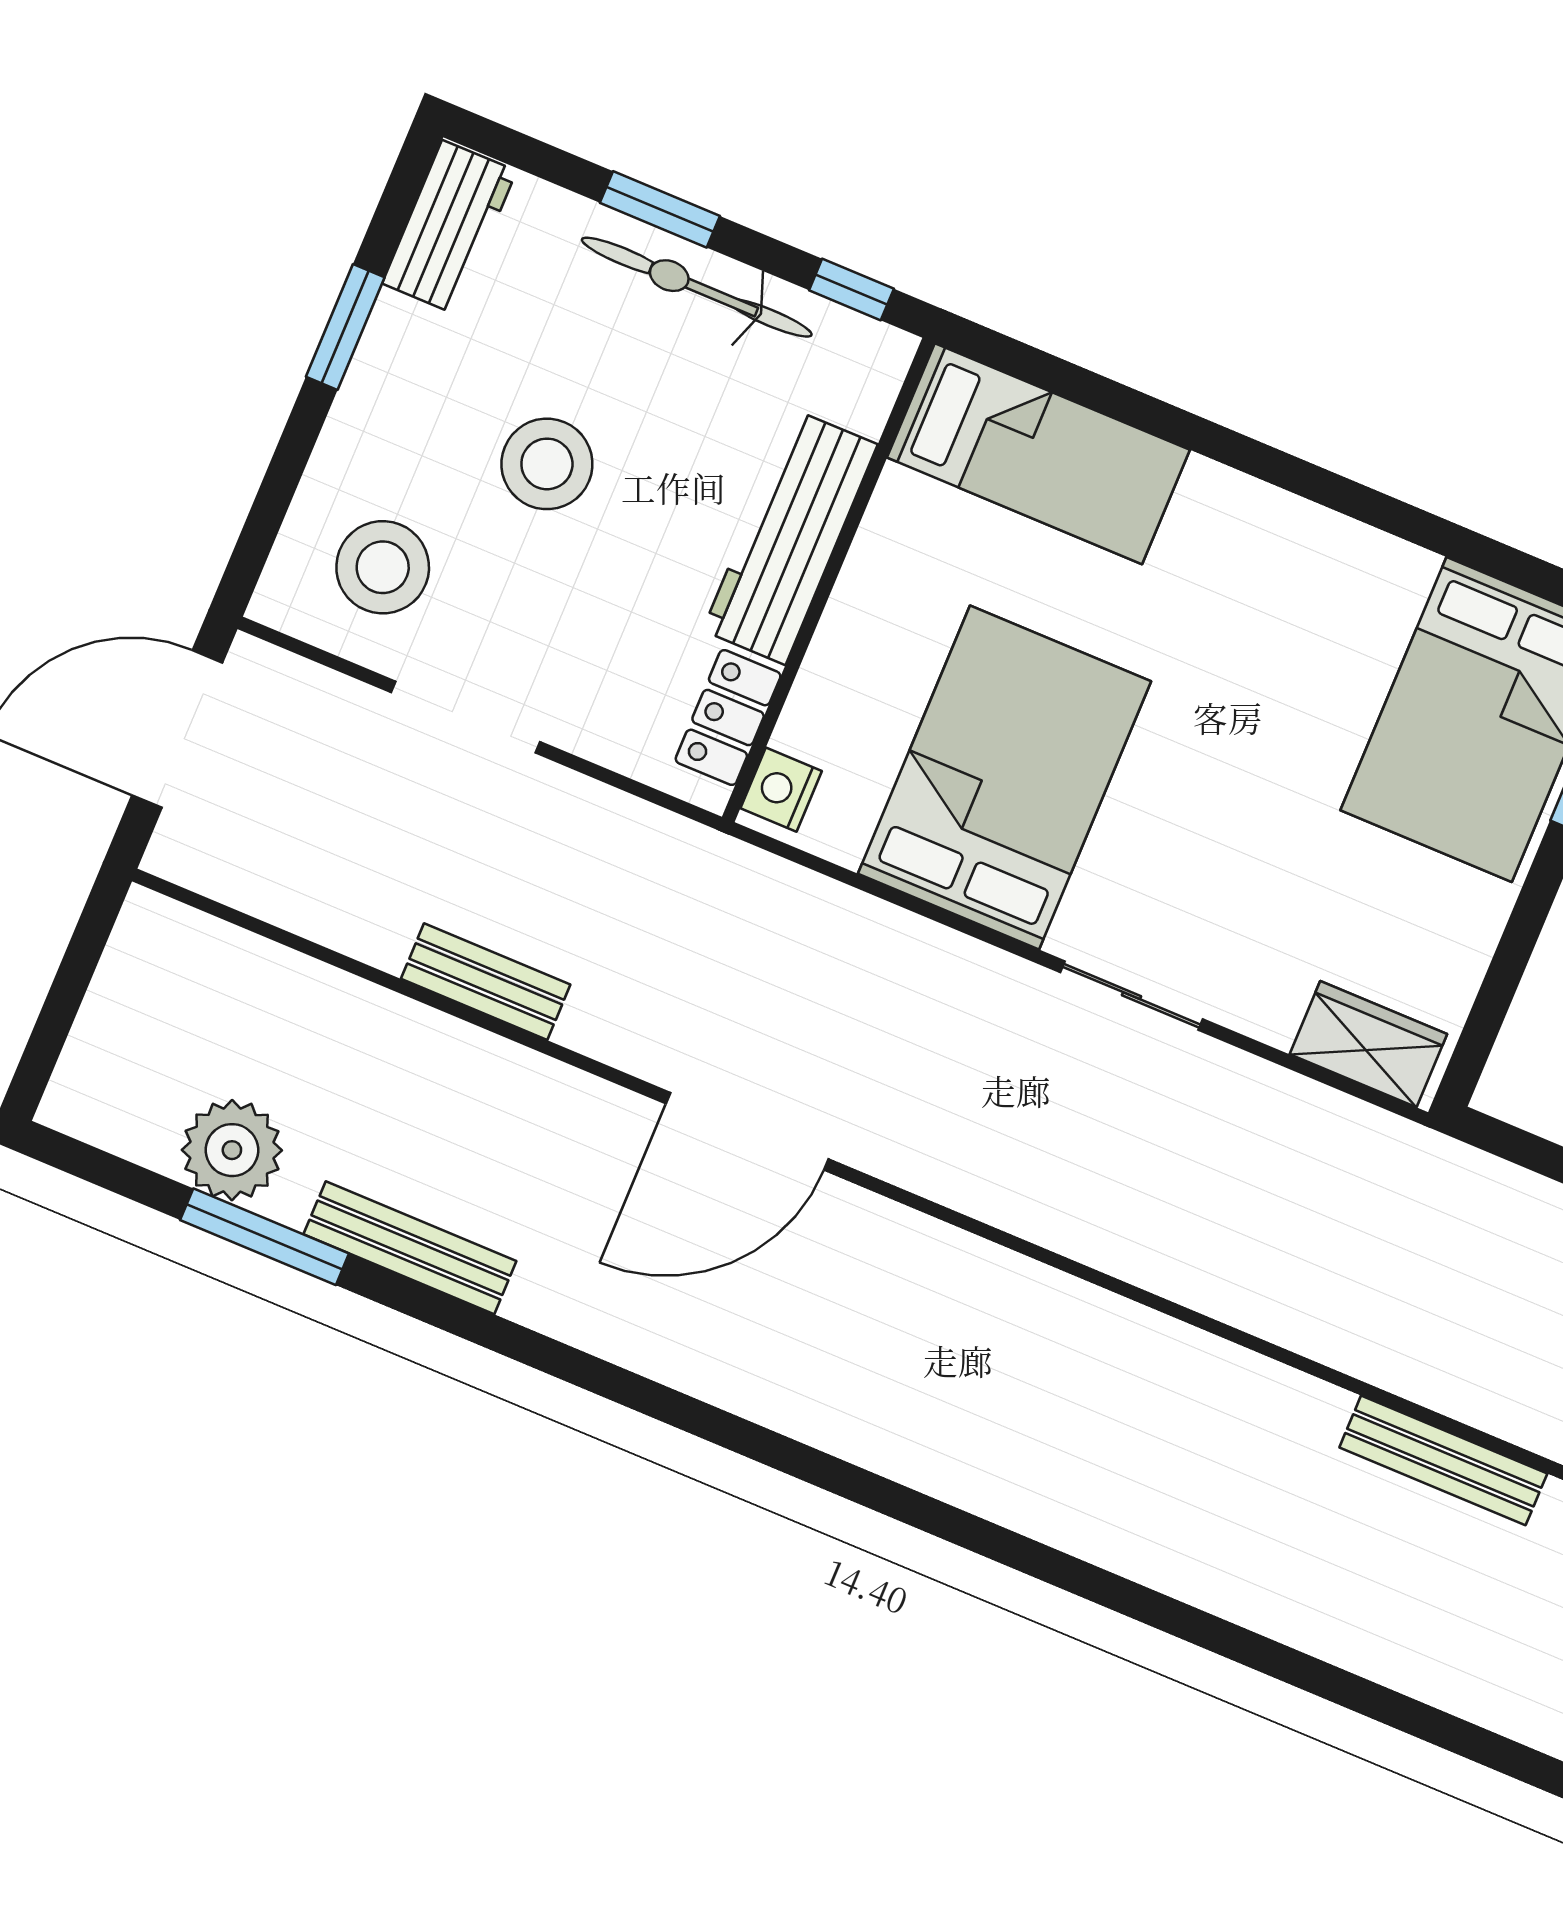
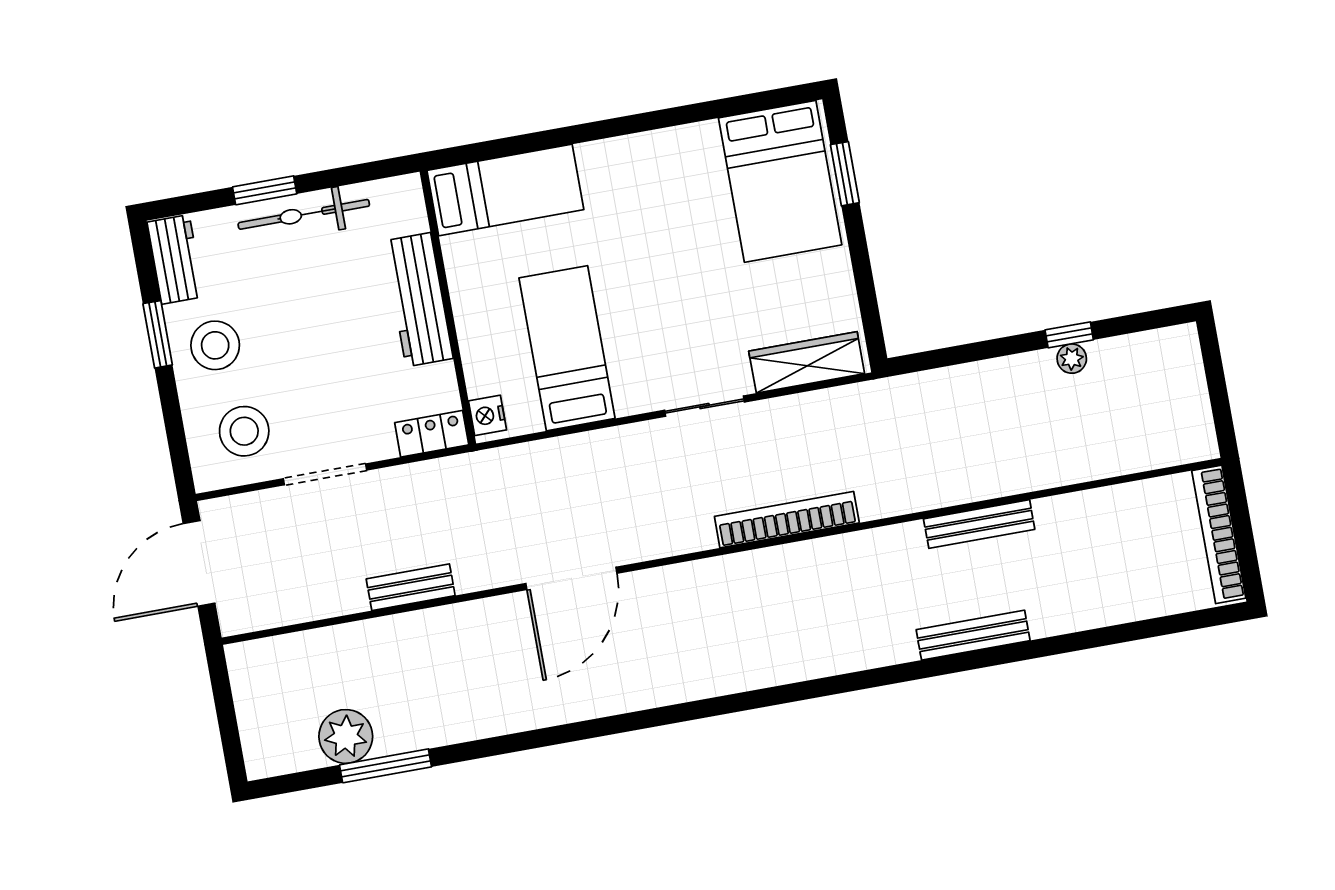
window: (851, 290) -> (374, 171), removed
stool: (547, 464) -> (215, 345), moved
locker: (728, 718) -> (432, 434), moved, turned 90
bed: (1005, 778) -> (567, 348), width x0.67
wardrobe: (1368, 1044) -> (807, 362), width x1.50
bench: (410, 1248) -> (973, 635), moved
bookcase: (1146, 1258) -> (787, 520), added

